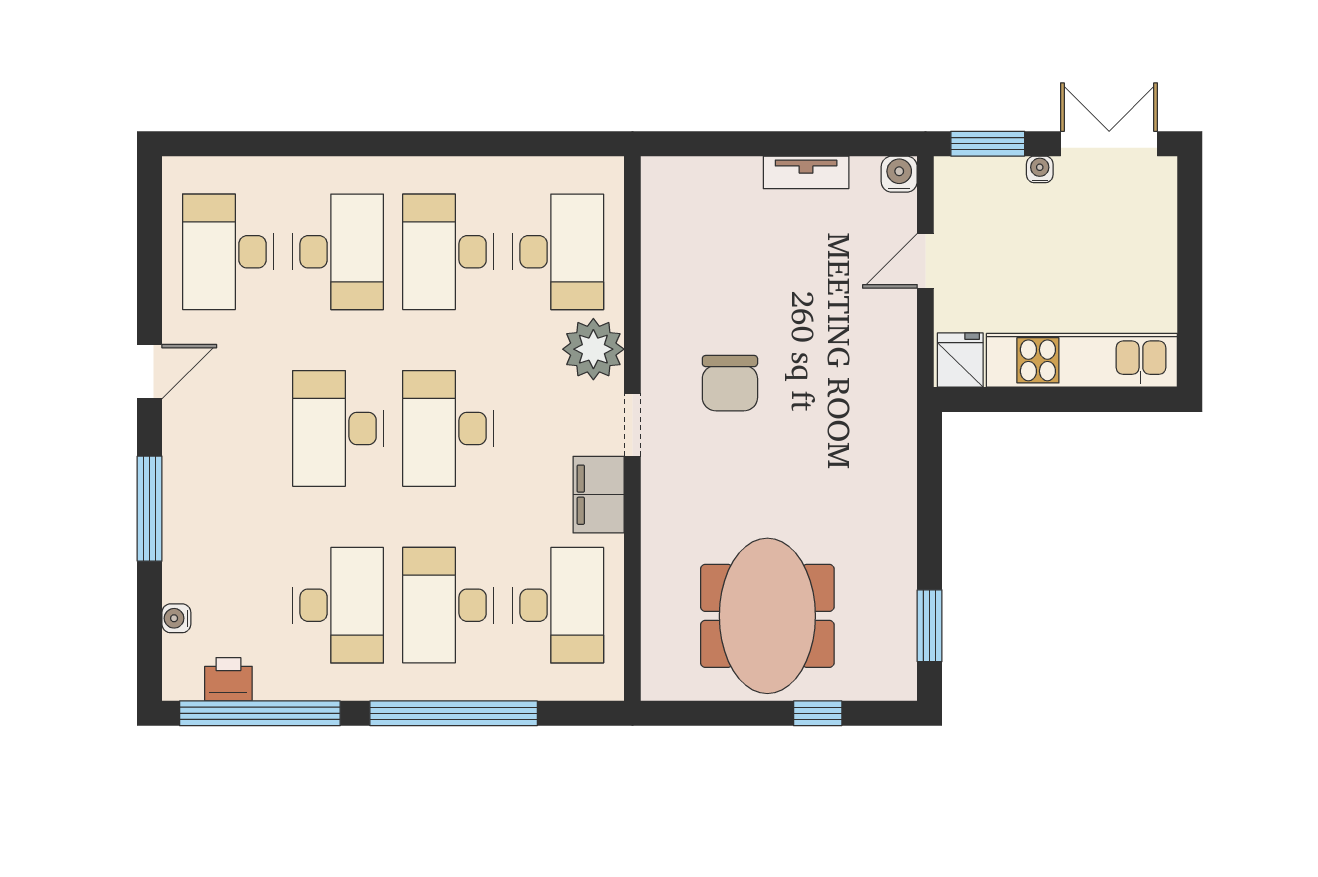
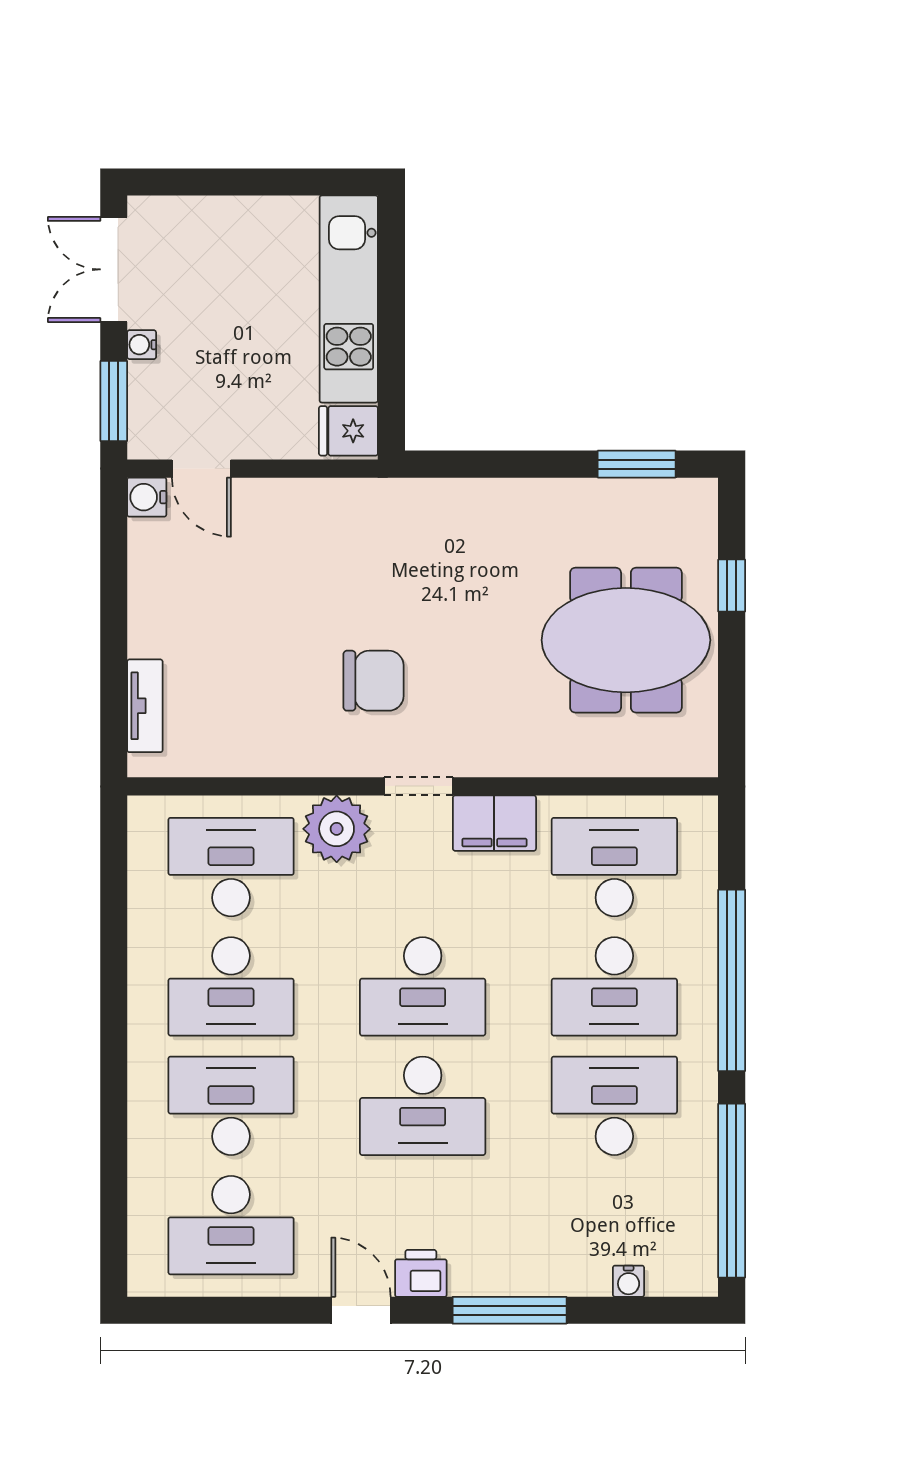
tv unit: (806, 172) -> (145, 706), moved
door: (925, 261) -> (201, 469), moved
printer: (228, 679) -> (421, 1273), moved, turned 90

